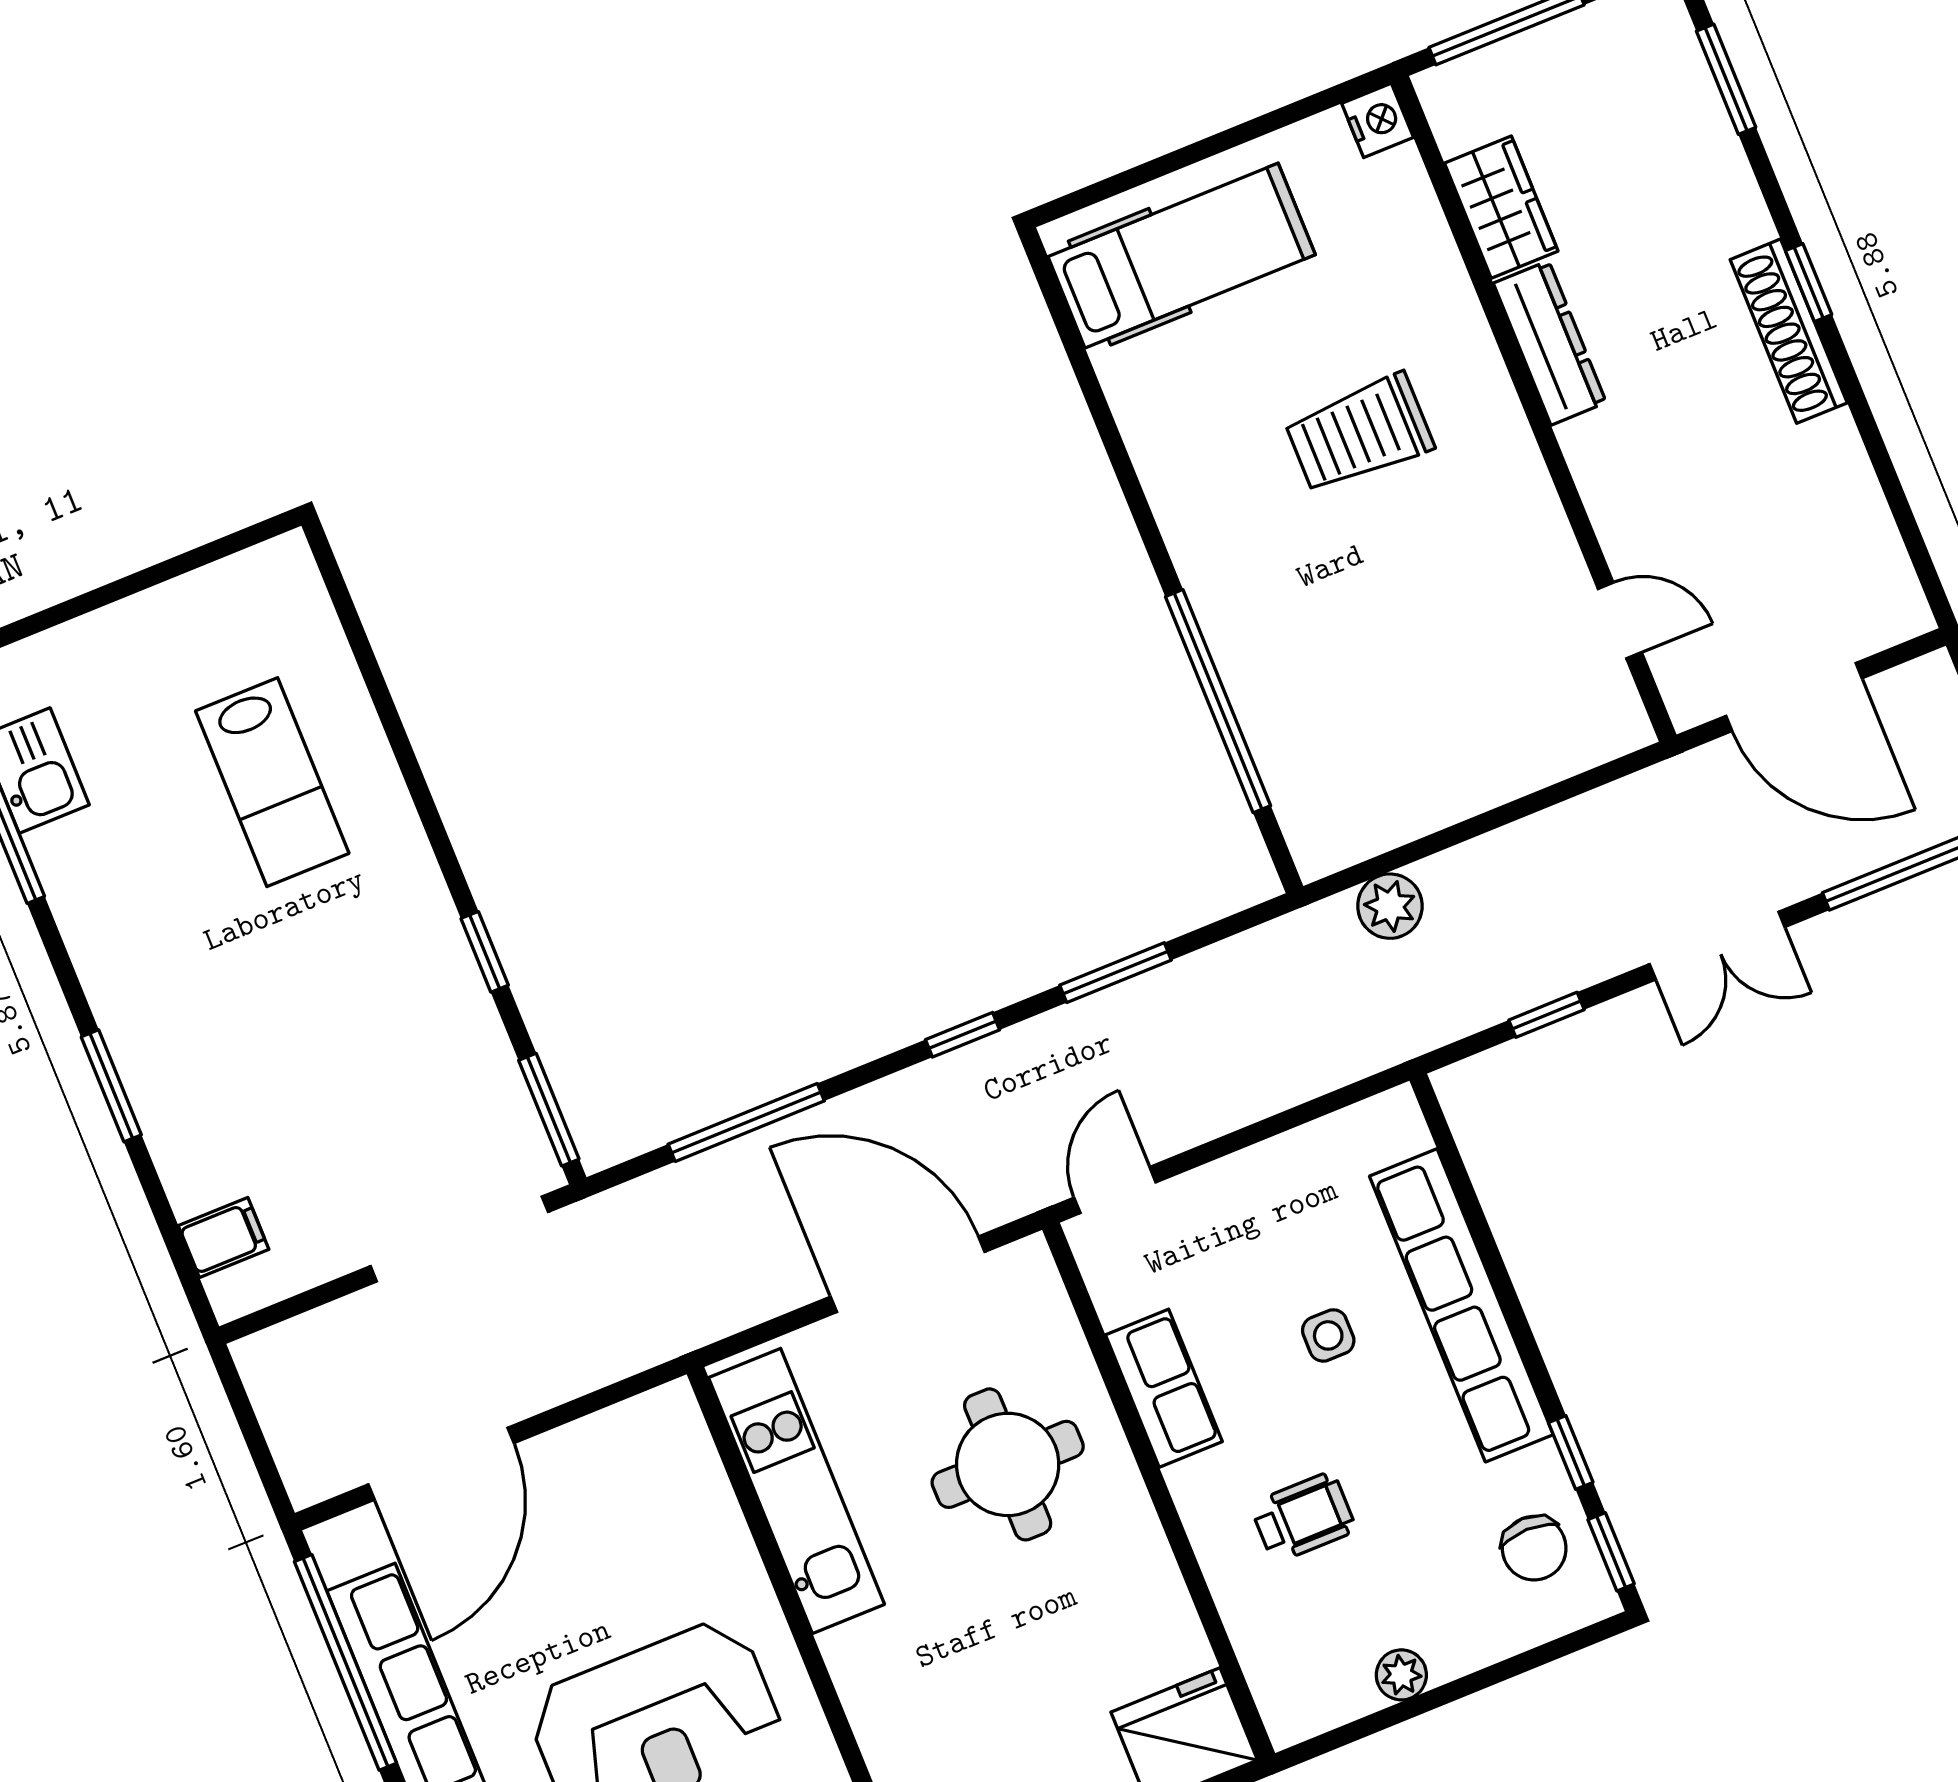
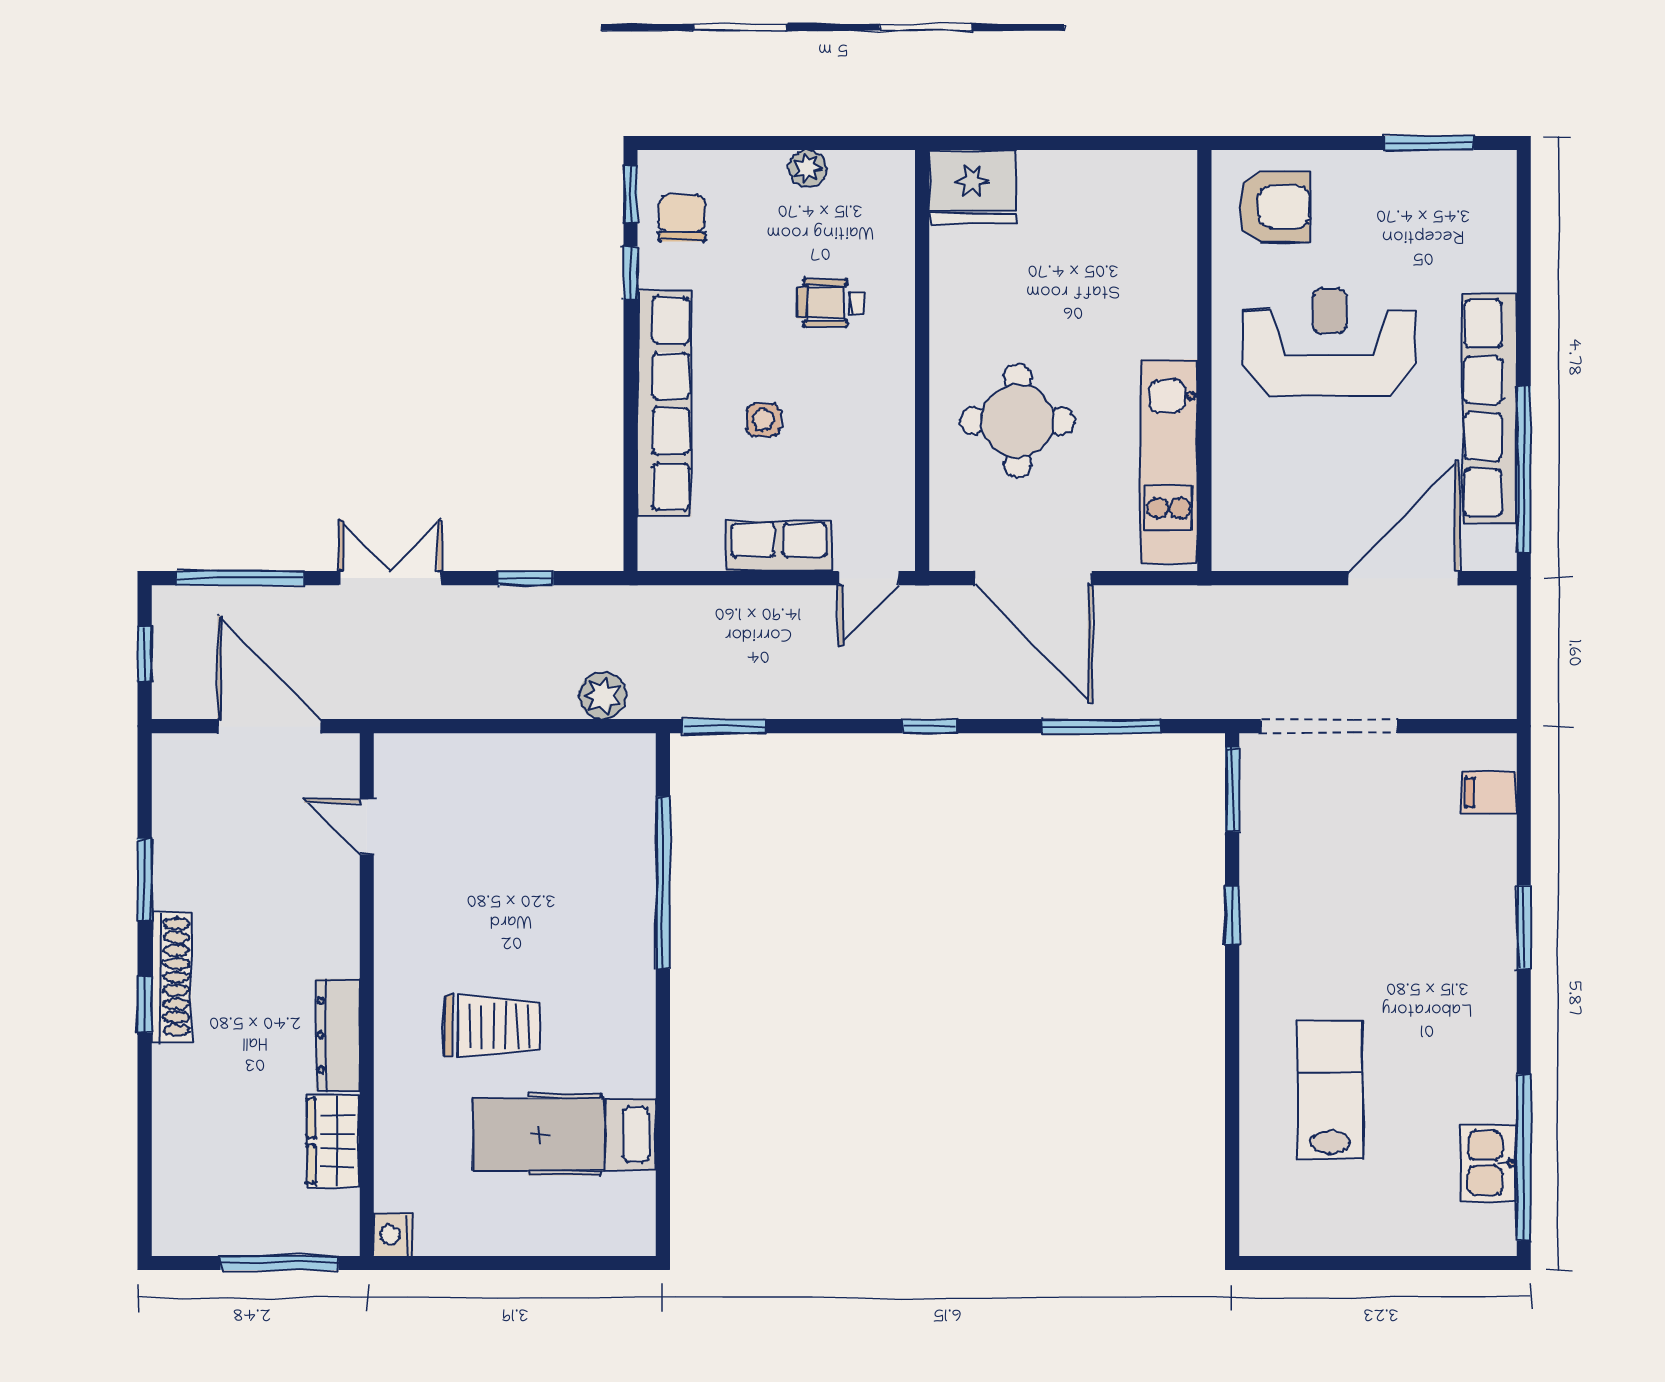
window: (1726, 79) -> (145, 880), moved
hospital bed: (1182, 256) -> (564, 1135), moved
window: (1115, 973) -> (724, 726), moved
row of seats: (1164, 1388) -> (779, 546), moved, turned 90

